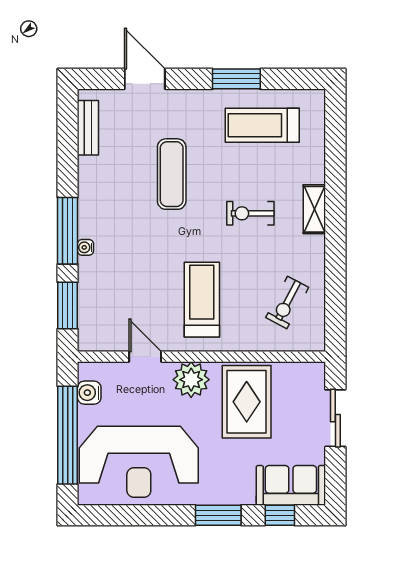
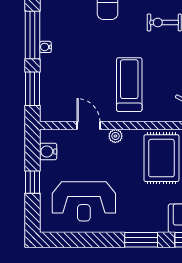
plant: (191, 380) -> (115, 136), width x0.53, depth x0.53
window: (68, 435) -> (33, 182), width x0.32
reception desk: (139, 462) -> (84, 201), width x0.74, depth x0.77

